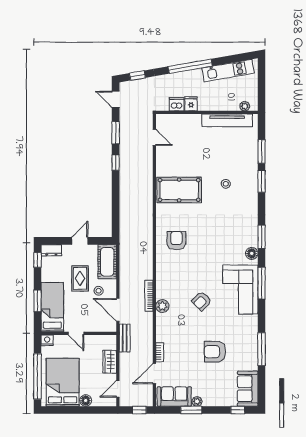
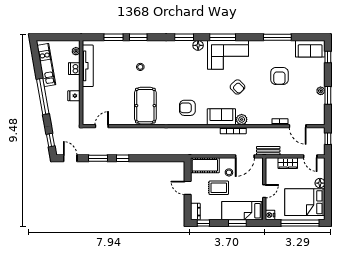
door: (116, 99) -> (70, 158), swing flipped
dishwasher: (177, 104) -> (74, 69), moved
sofa: (174, 397) -> (221, 117), moved, turned 90

